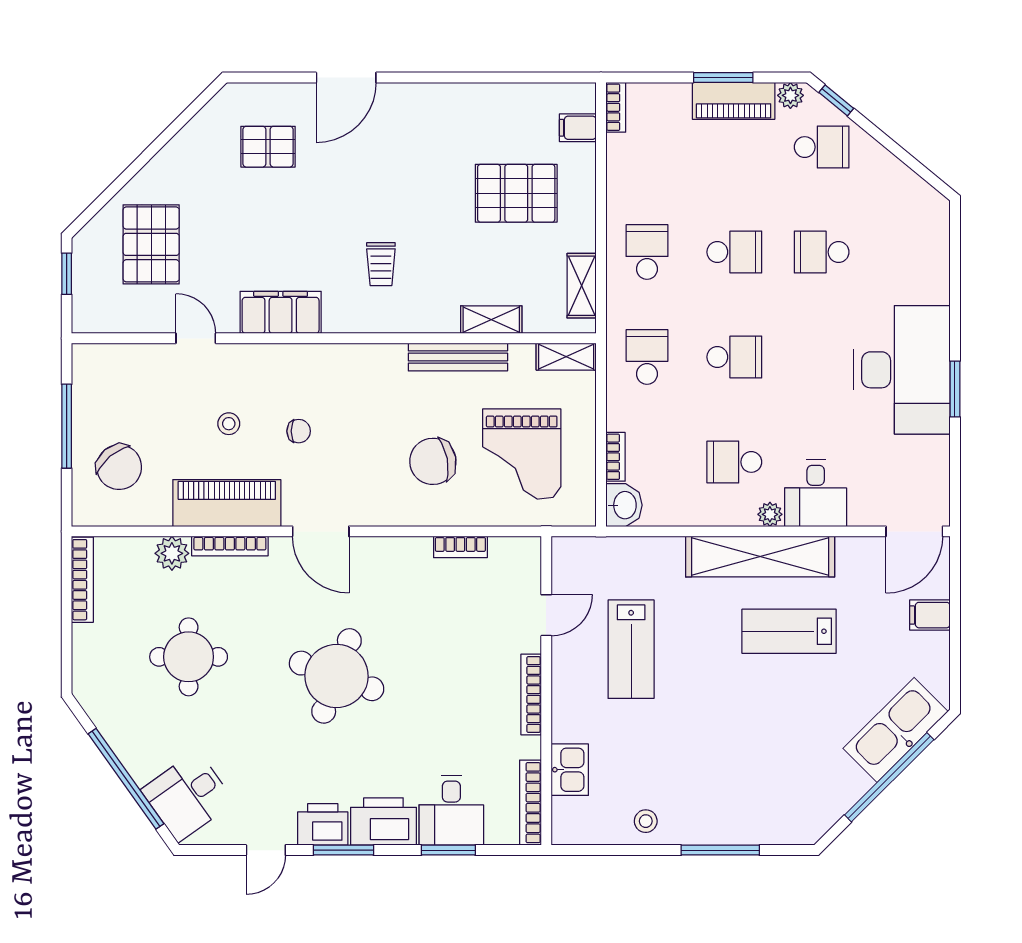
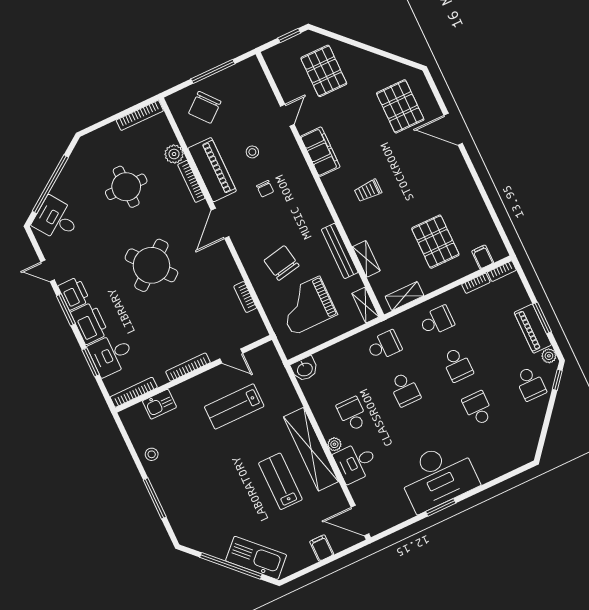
pallet: (268, 147) -> (400, 106), width x1.50, depth x1.42
pallet: (151, 244) -> (324, 71), turned 90
bookcase: (616, 457) -> (476, 283), moved
round table: (337, 676) -> (151, 265), turned 31

